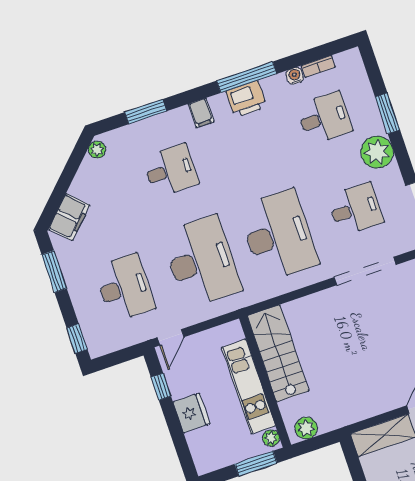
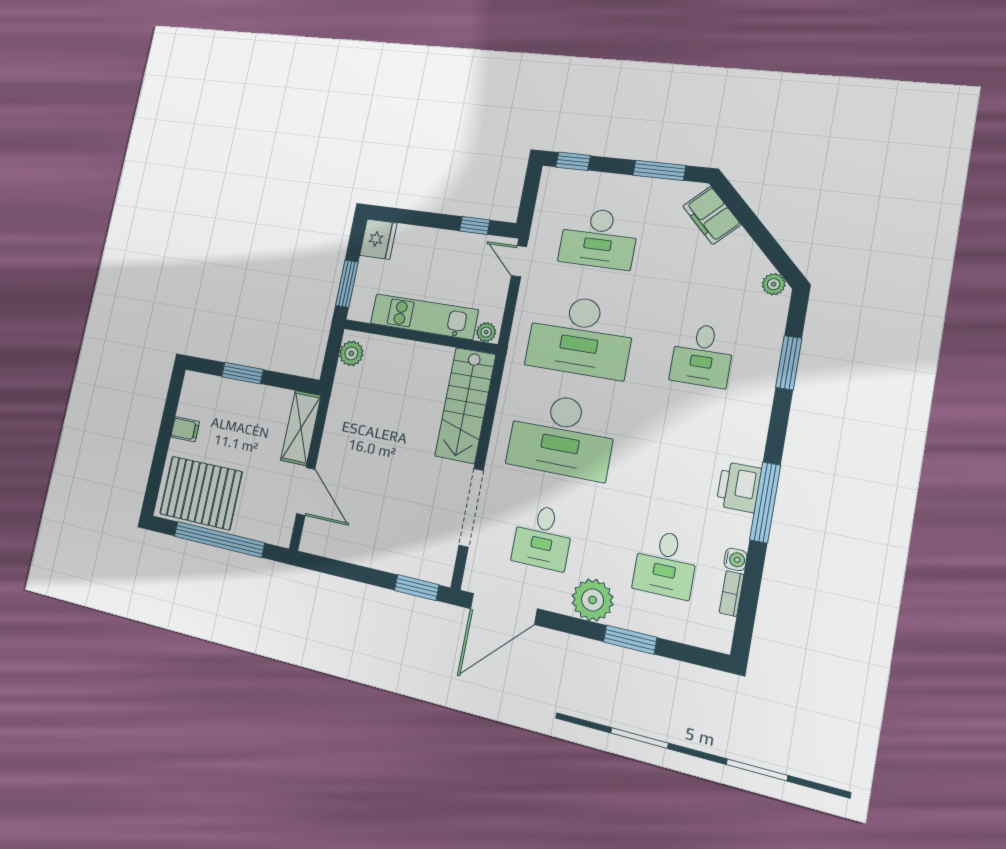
filing cabinet: (201, 113) -> (751, 426), removed
stairs: (278, 353) -> (465, 405), moved, turned 90
fridge: (191, 413) -> (378, 239), moved, turned -90
plant: (271, 438) -> (486, 332), moved

